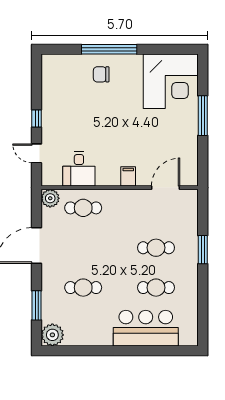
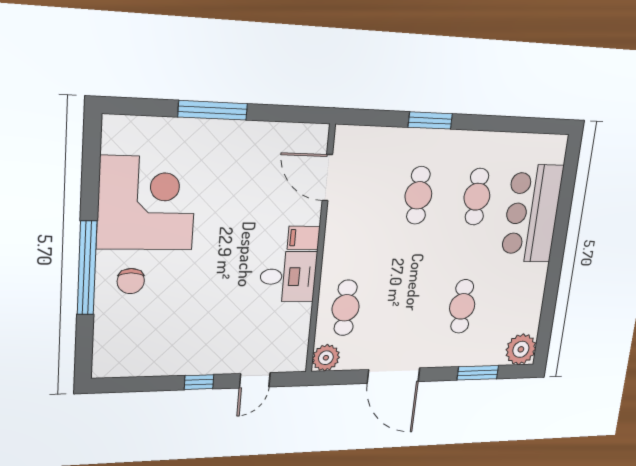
corner desk: (171, 81) -> (147, 203), moved
desk: (79, 169) -> (288, 277), moved

